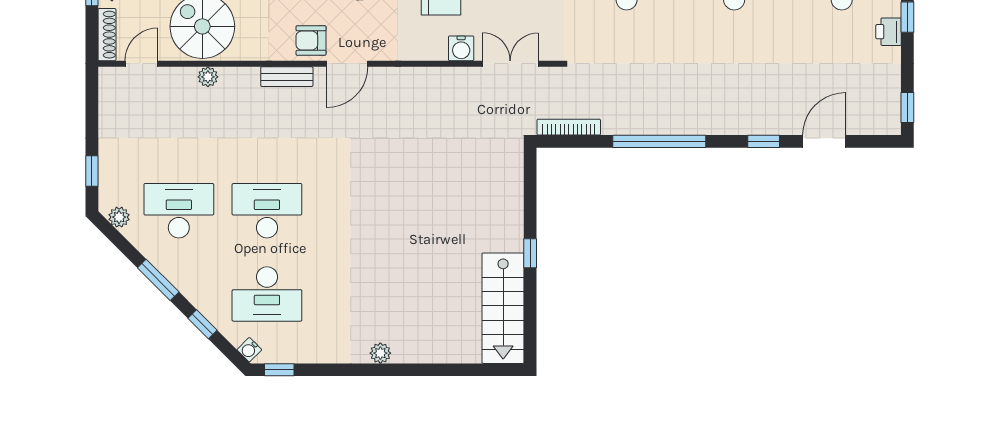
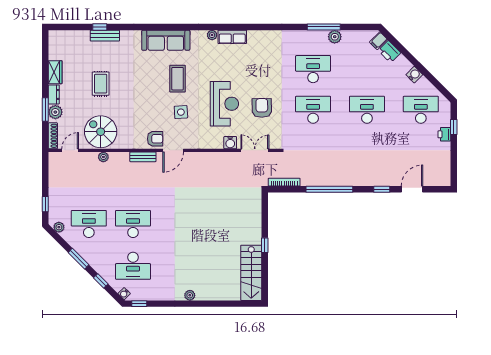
armchair: (311, 41) -> (155, 139), turned 180
window: (907, 107) -> (454, 172), removed

